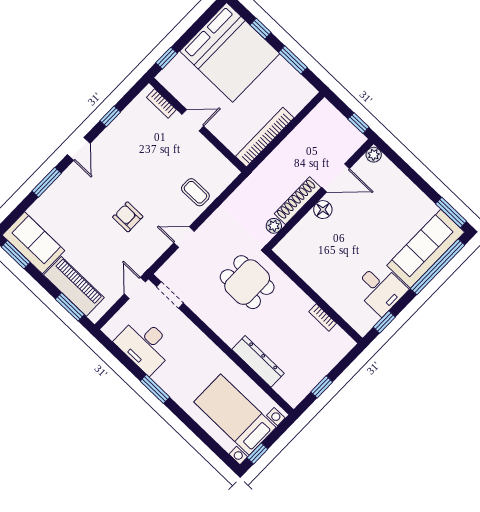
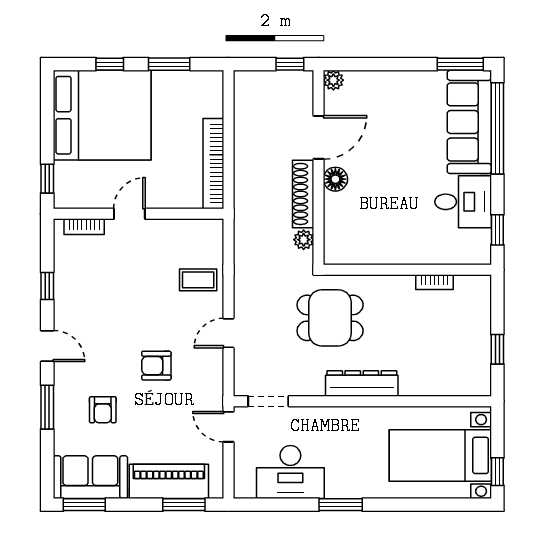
armchair: (76, 213) -> (103, 410), added
dresser: (258, 361) -> (362, 383), moved

